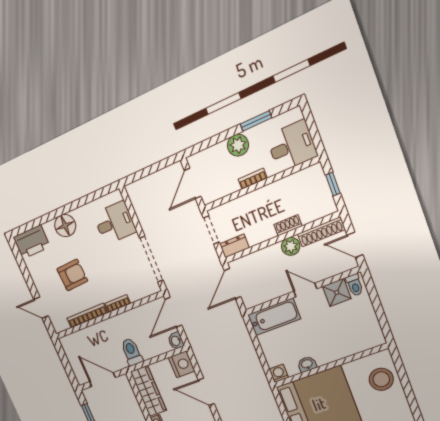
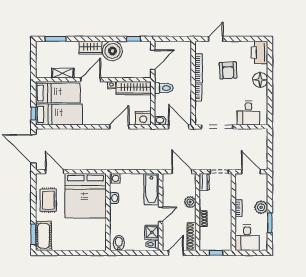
plant: (291, 246) -> (190, 202), moved
bidet: (370, 334) -> (119, 243), added
stool: (381, 379) -> (88, 239), removed

